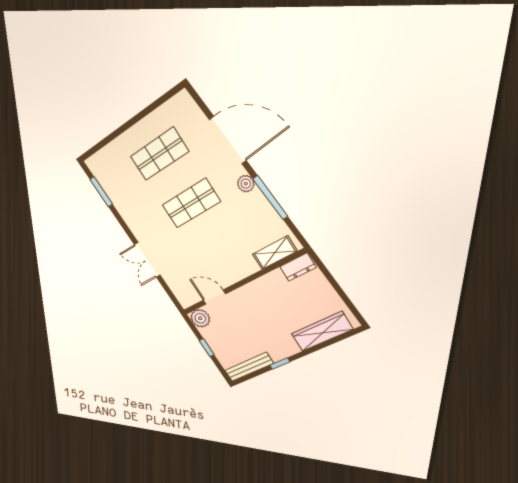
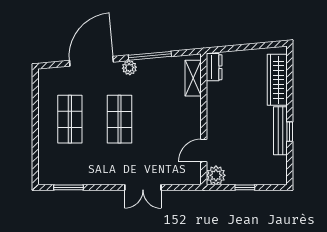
bench: (249, 367) -> (280, 131), moved

